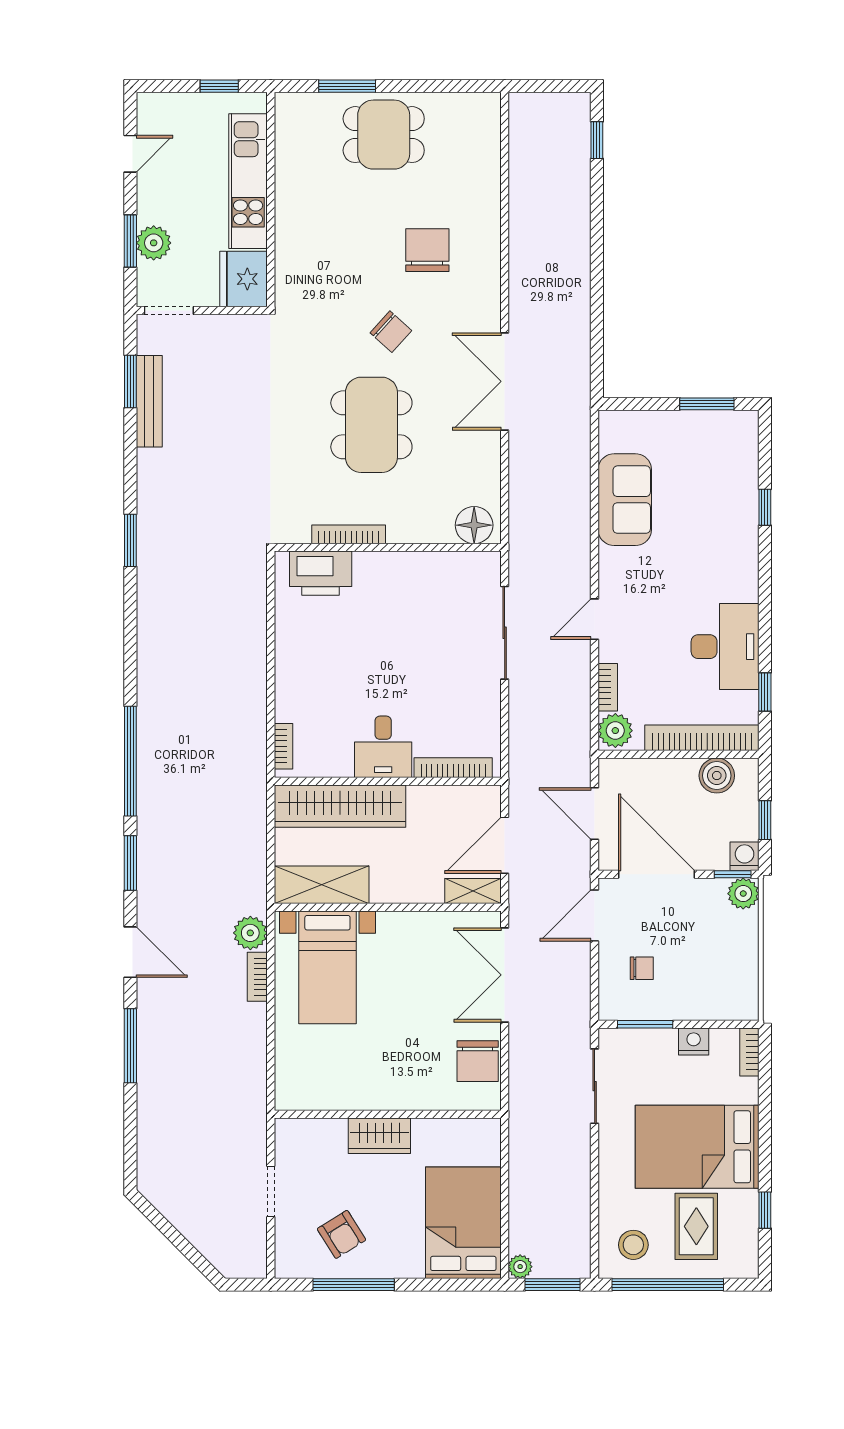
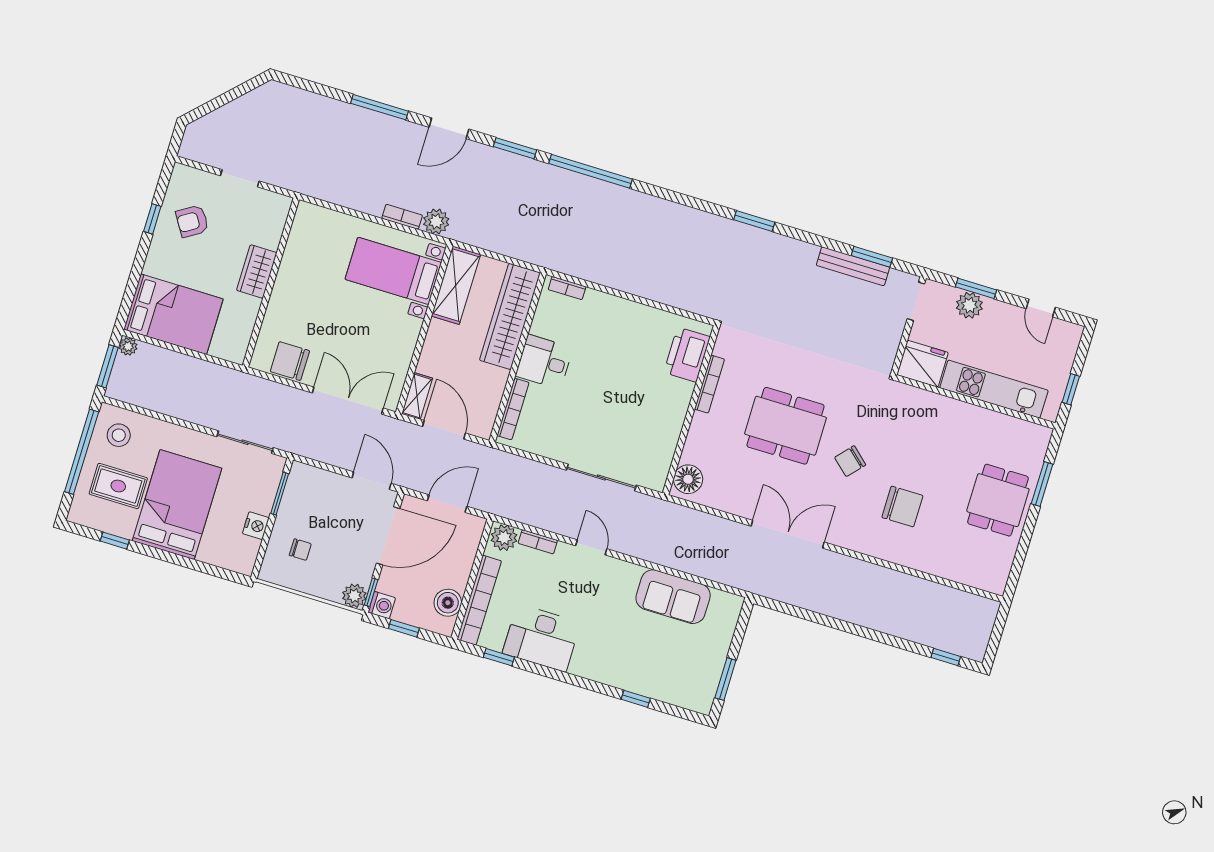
chair: (642, 968) -> (300, 550), moved, turned -90
bookcase: (749, 1052) -> (235, 565), removed
window: (354, 1285) -> (152, 219), width x0.46

